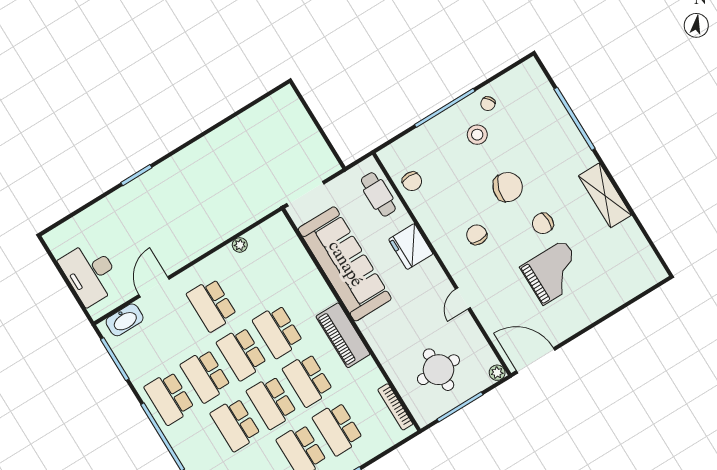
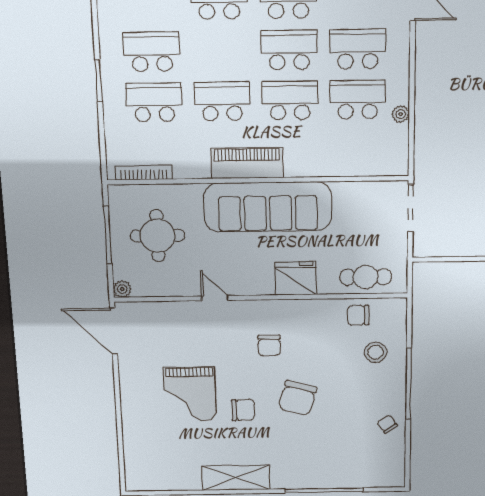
stool: (477, 135) -> (375, 352), moved
chair: (543, 223) -> (243, 410), turned 90
chair: (477, 235) -> (269, 345), turned 90
sofa: (345, 264) -> (268, 207), moved
door: (536, 360) -> (114, 331), swing flipped
school desk: (272, 402) -> (358, 100), moved

